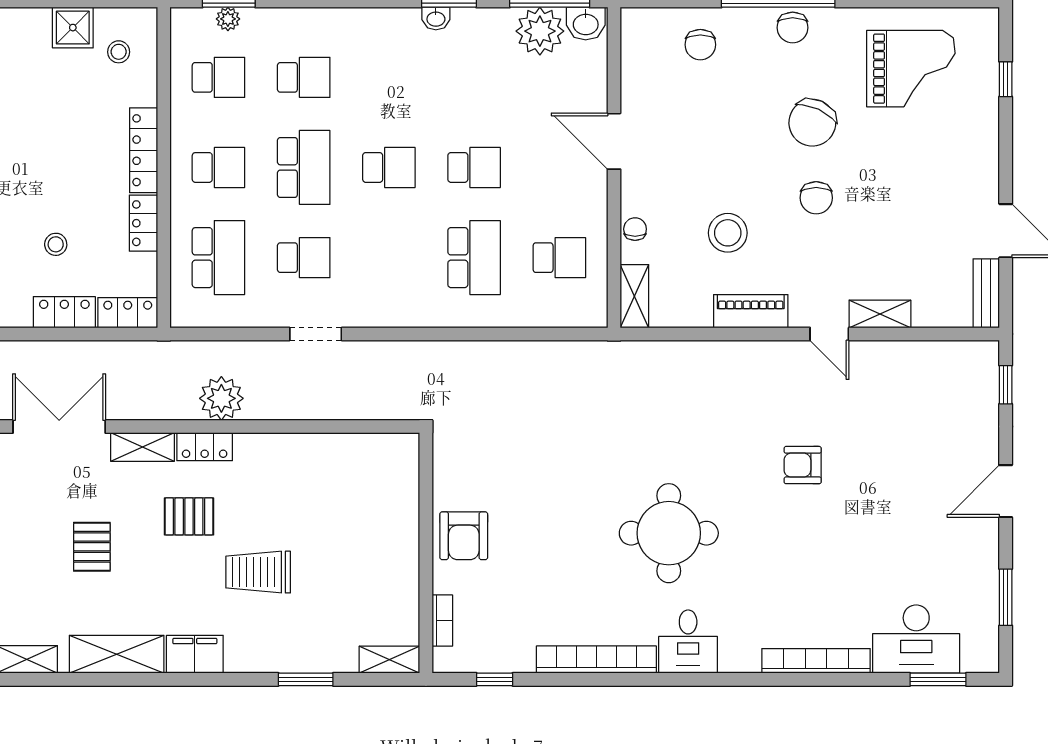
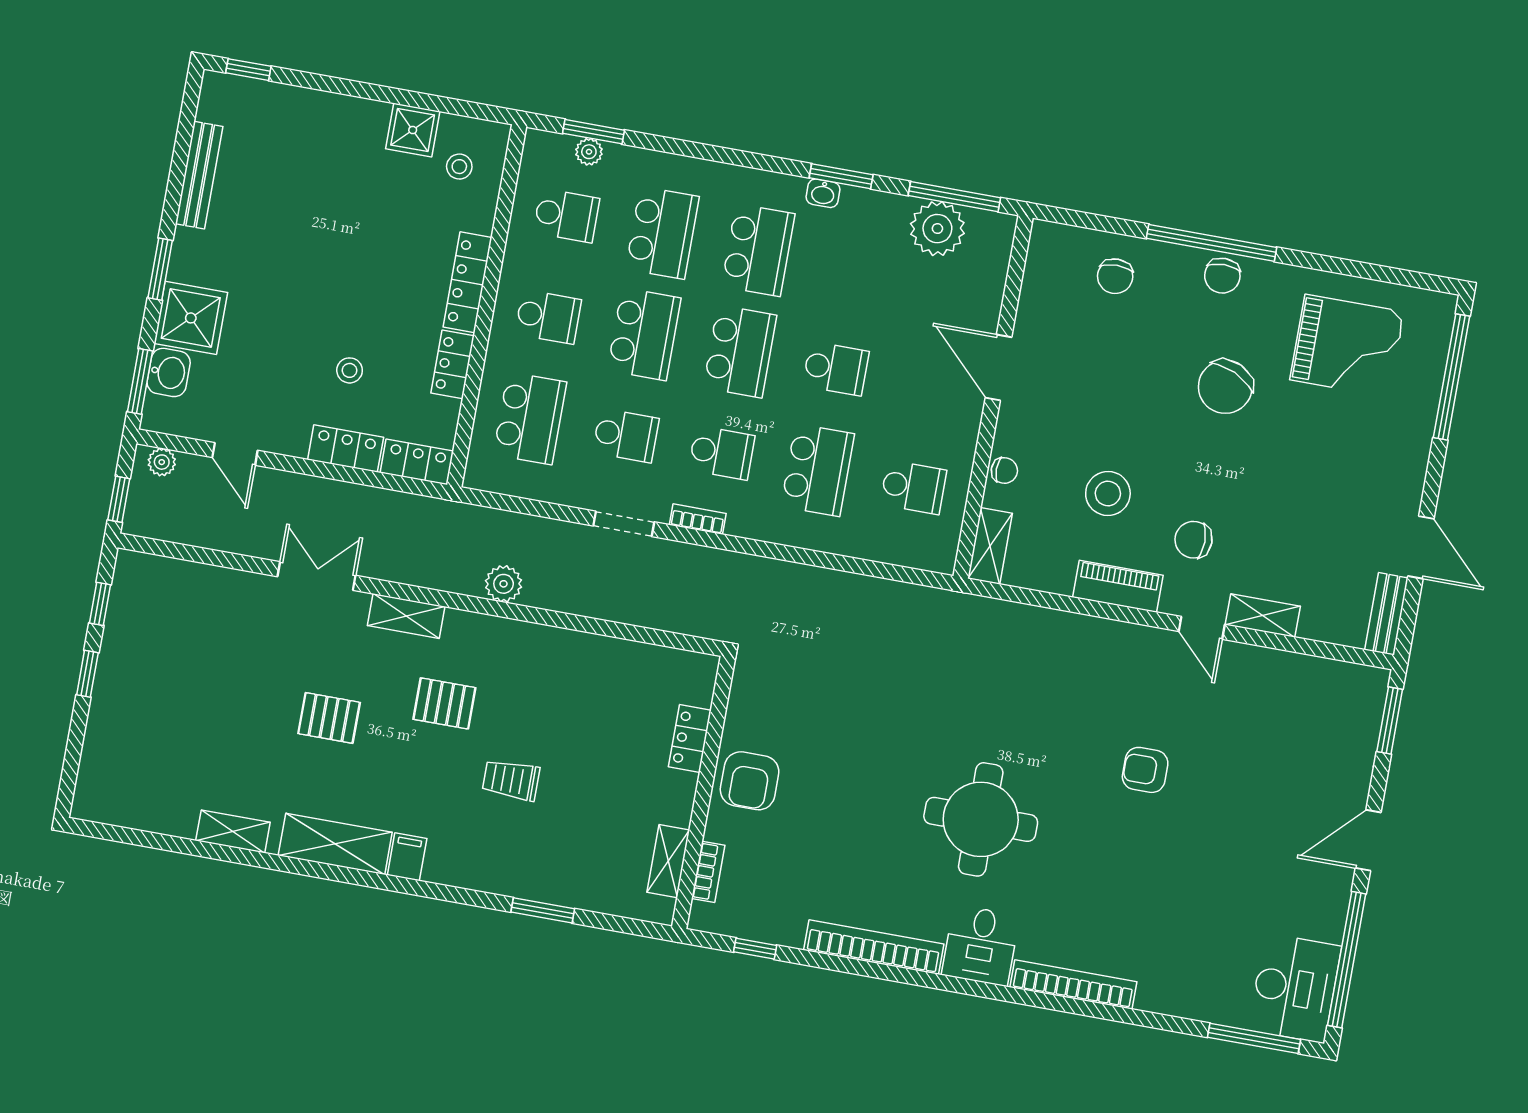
washbasin: (586, 24) -> (990, 229), removed
school desk: (304, 77) -> (662, 233), width x1.85
school desk: (389, 77) -> (758, 250), added
window: (1006, 79) -> (1452, 377), width x3.17
school desk: (389, 167) -> (740, 351), width x1.85
chair: (816, 198) -> (1194, 540), moved, turned 90
chair: (635, 229) -> (1004, 471), turned 90
school desk: (389, 258) -> (722, 453), added
bookcase: (379, 318) -> (698, 519), added
window: (1006, 385) -> (1390, 721), width x1.50
plant: (221, 398) -> (504, 584), width x0.73, depth x0.73
double door: (59, 427) -> (317, 576), width x0.73
locker: (205, 447) -> (690, 739), moved, turned 90
pallet: (92, 547) -> (329, 718), turned 90
trolley: (258, 572) -> (511, 780), width x0.73, depth x0.72
window: (1006, 597) -> (1347, 960), width x2.11
desk: (916, 639) -> (1295, 988), moved, turned -90
filing cabinet: (195, 654) -> (407, 857), width x0.50
shelving: (389, 660) -> (668, 861), moved, turned 90
bookcase: (816, 661) -> (1073, 984), moved
window: (938, 679) -> (1254, 1038), width x1.44

